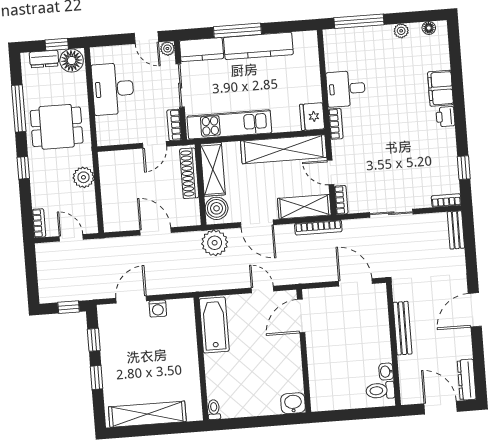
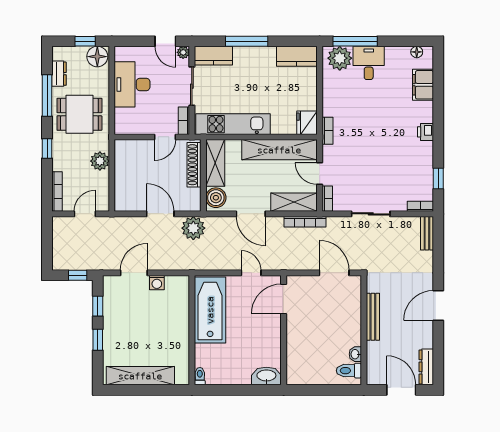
plant: (401, 31) -> (340, 58), moved, width x1.87, depth x1.87
kitchen counter: (258, 46) -> (297, 56), moved, width x0.67
dresser: (44, 59) -> (59, 74), moved, turned -90
filing cabinet: (441, 88) -> (423, 85), moved
desk: (346, 89) -> (369, 63), moved, turned 90
bookcase: (39, 223) -> (57, 192), width x1.56
door: (71, 238) -> (85, 214), hinge flipped
plant: (215, 243) -> (193, 228), moved
bathtub: (214, 325) -> (210, 310), width x1.36, depth x1.36
washbasin: (293, 403) -> (266, 376), width x1.38

